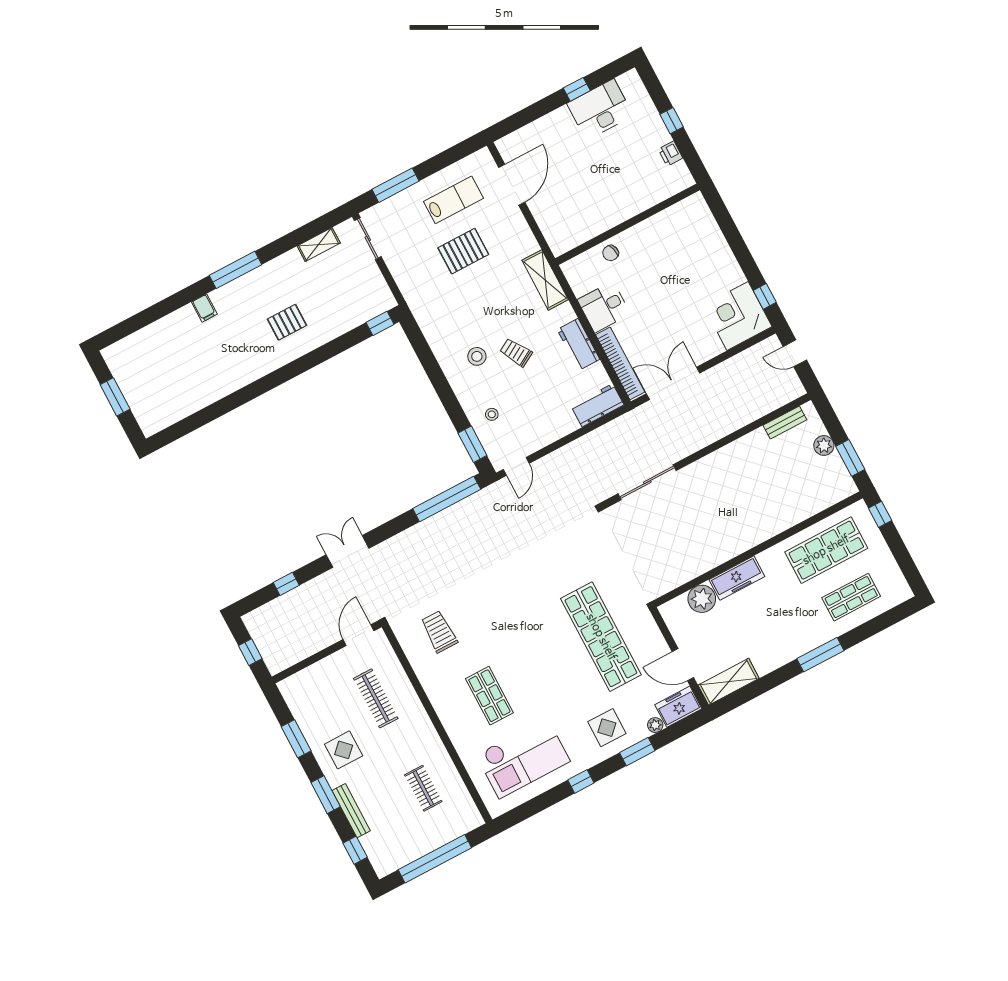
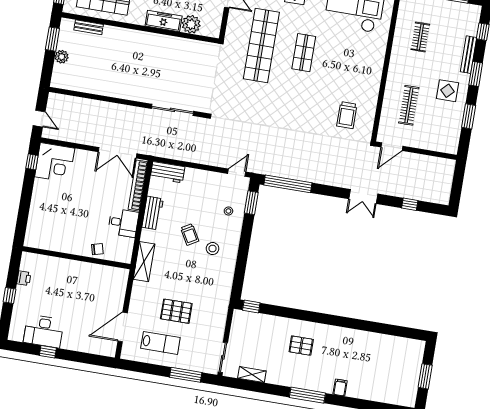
lab bench: (453, 200) -> (160, 343), turned 180
bench: (785, 423) -> (89, 27), moved
window: (250, 652) -> (458, 182), removed
shop shelf: (489, 696) -> (304, 53), moved

